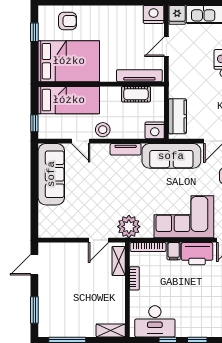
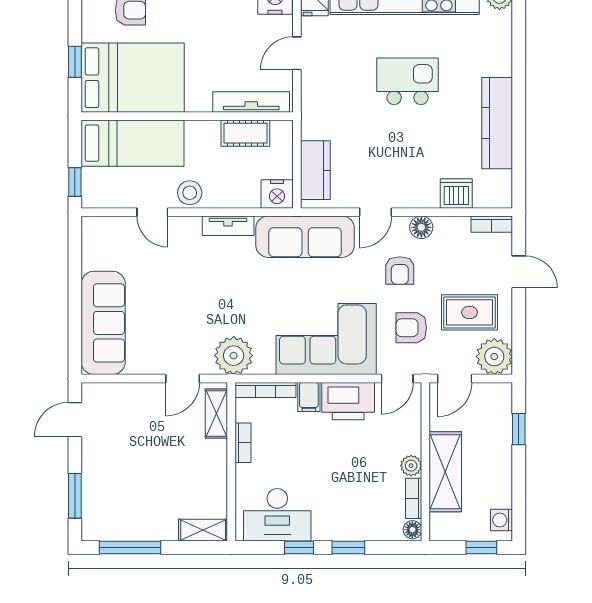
window: (34, 32) -> (75, 62), moved
sofa: (51, 174) -> (103, 323), moved

